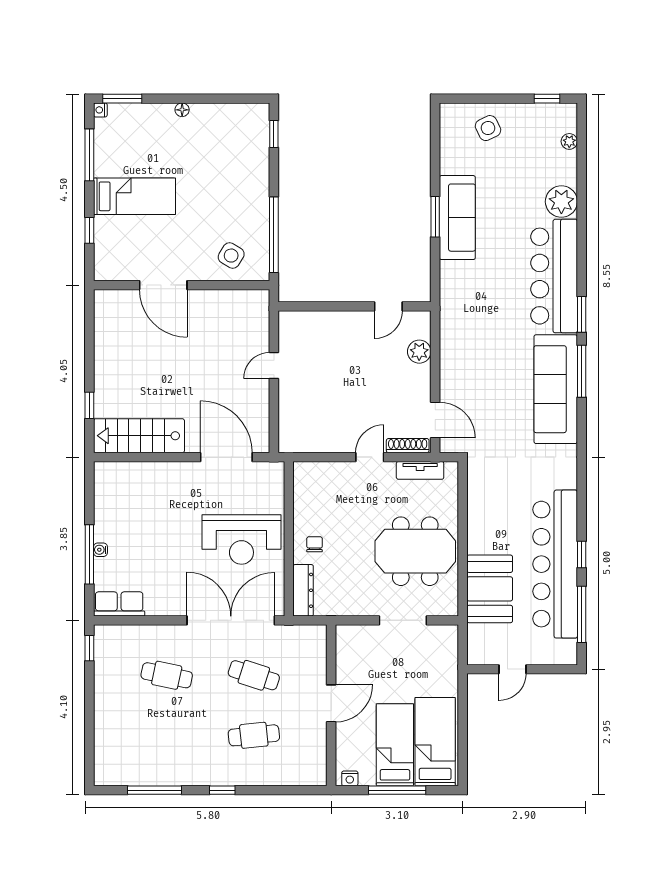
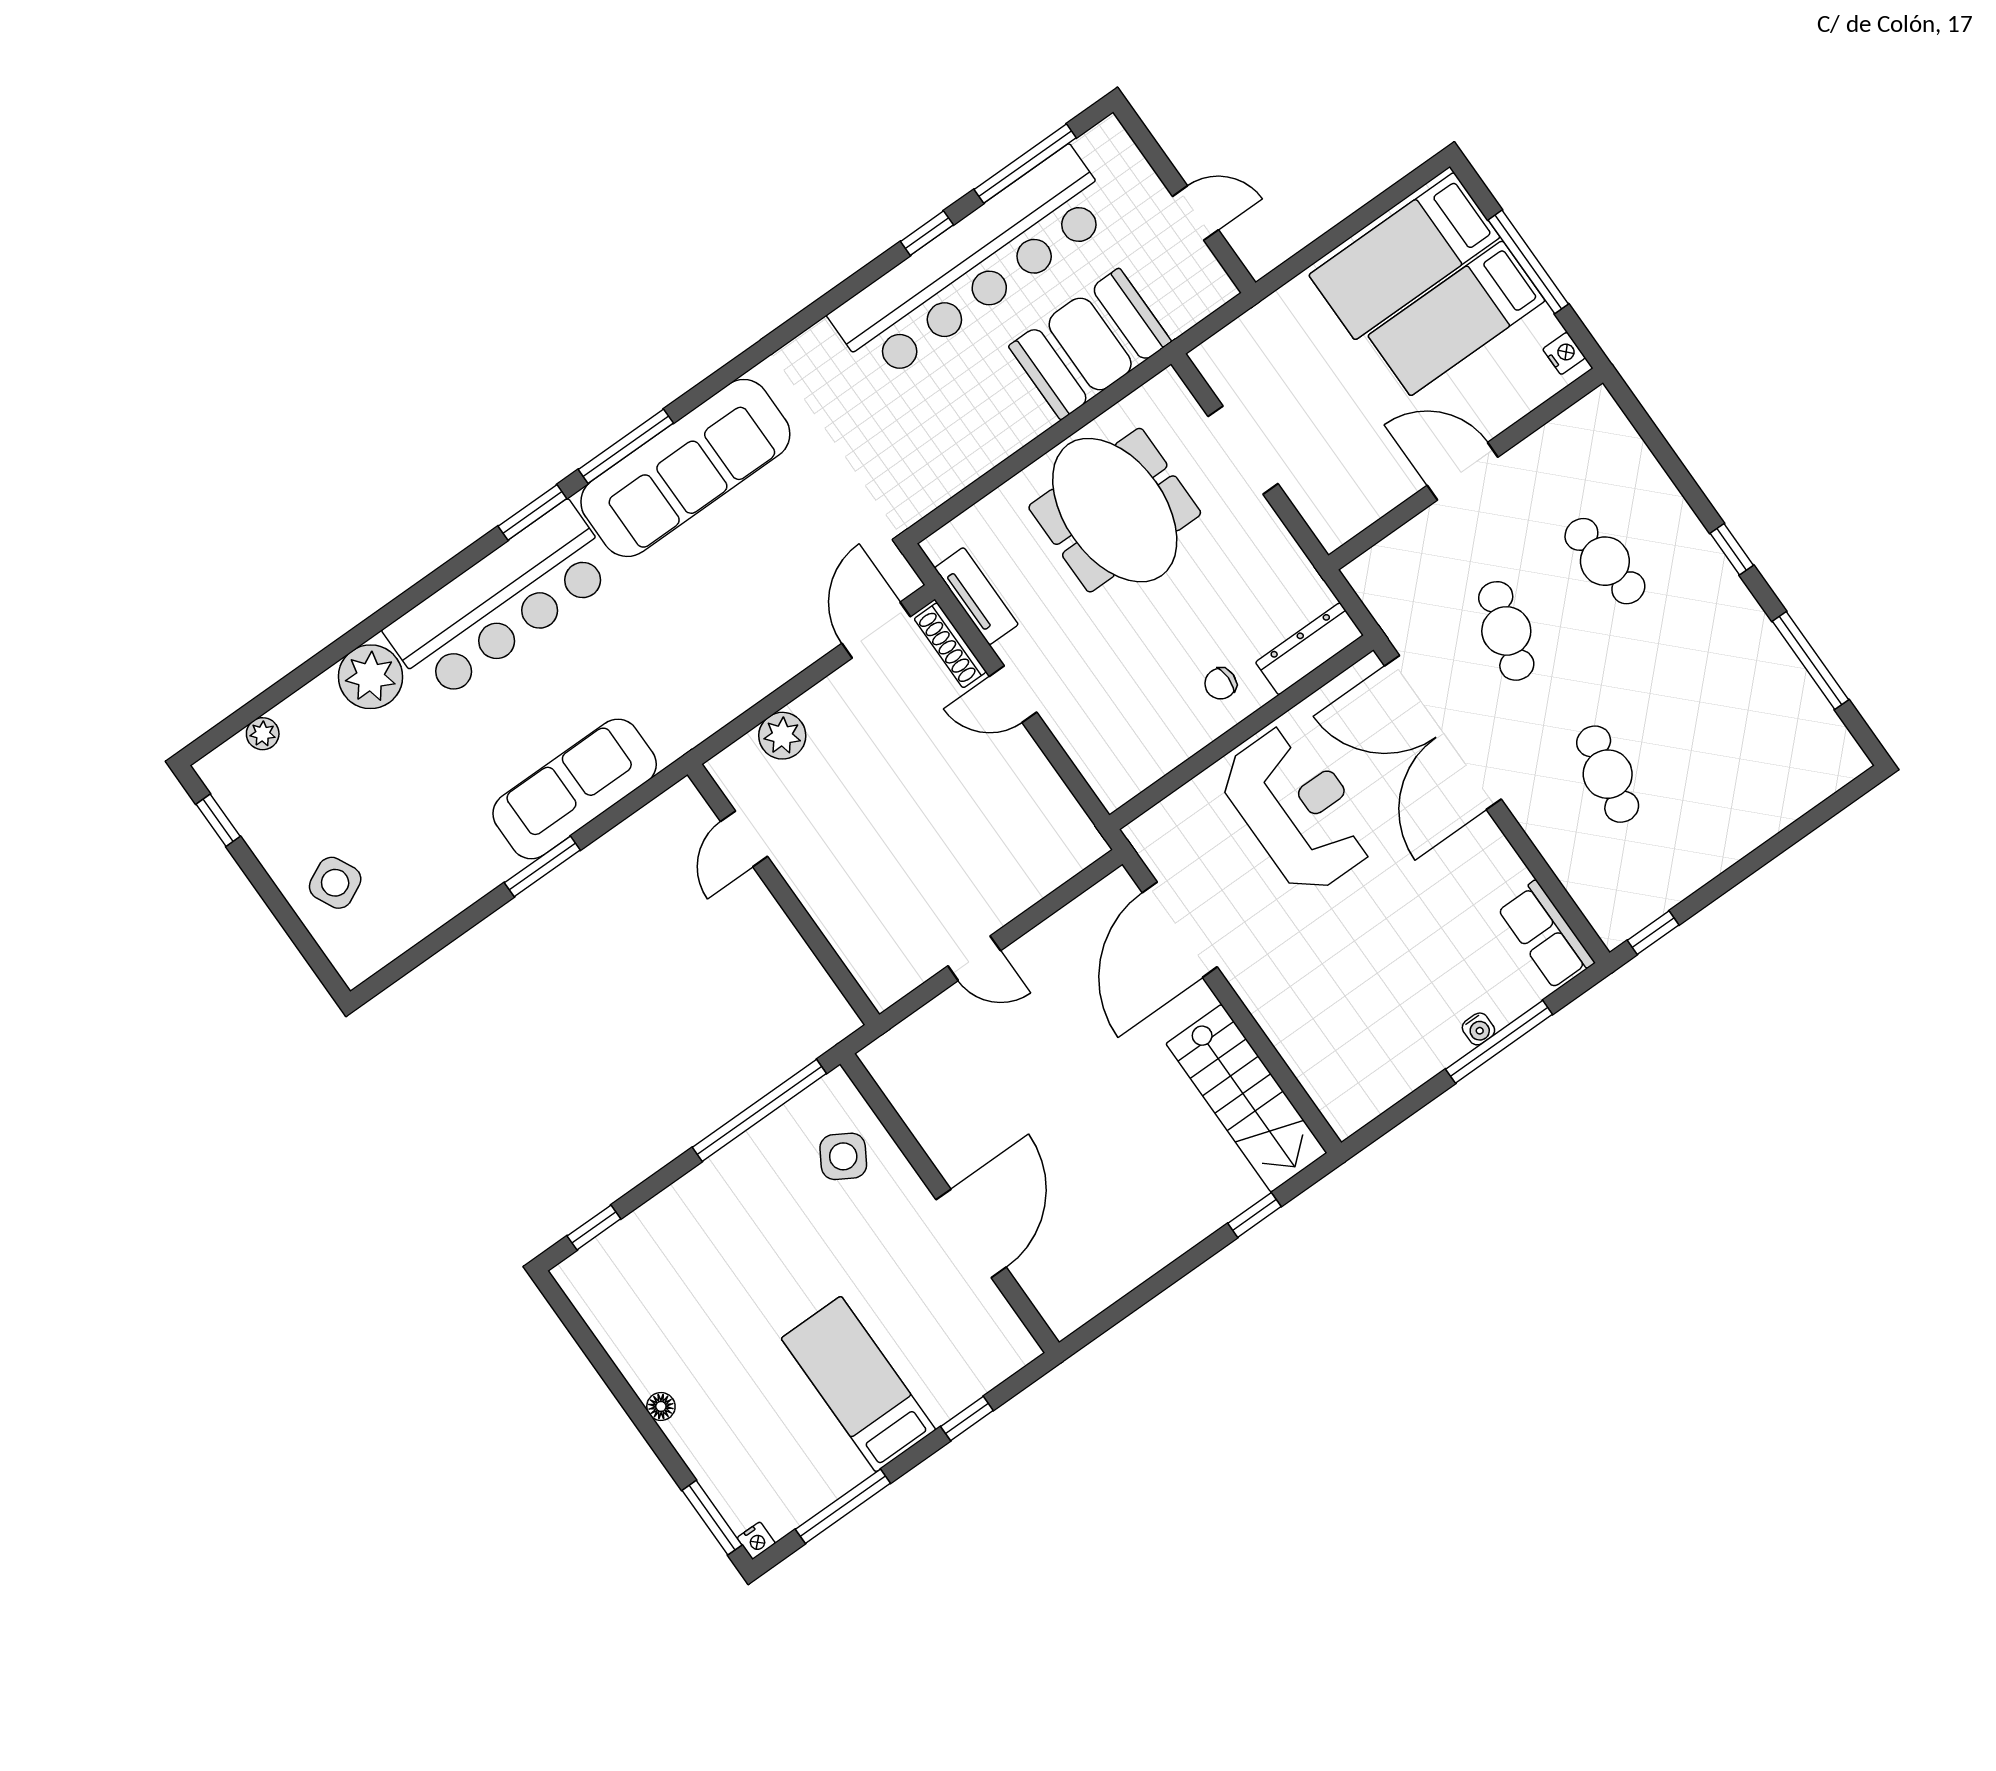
sofa: (457, 218) -> (575, 789), moved
door: (388, 306) -> (744, 839), swing flipped

